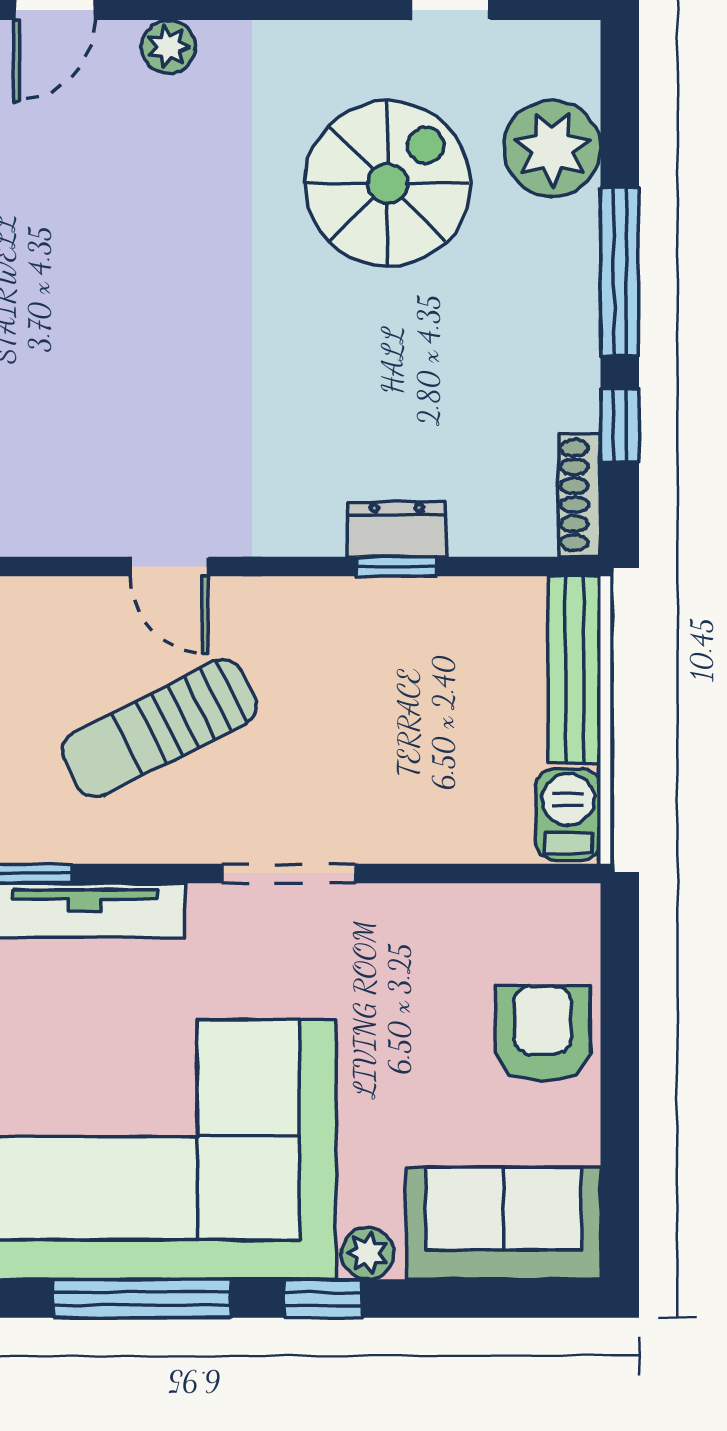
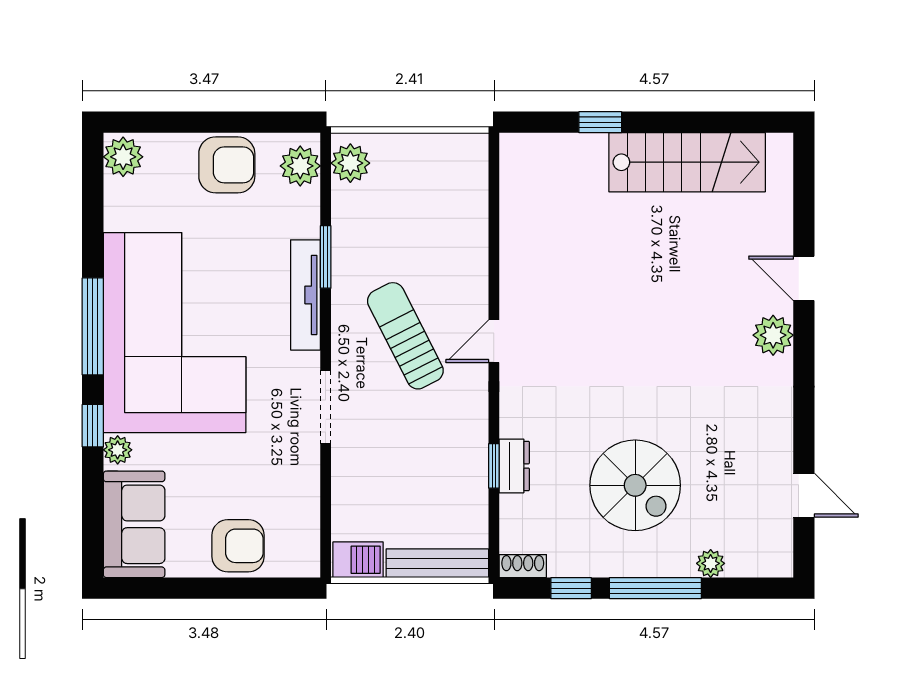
plant: (168, 47) -> (773, 335), width x1.38, depth x1.38
plant: (552, 148) -> (711, 563), width x0.53, depth x0.53
spiral stairs: (388, 183) -> (635, 485), moved
shoe rack: (580, 495) -> (523, 566), width x0.70

